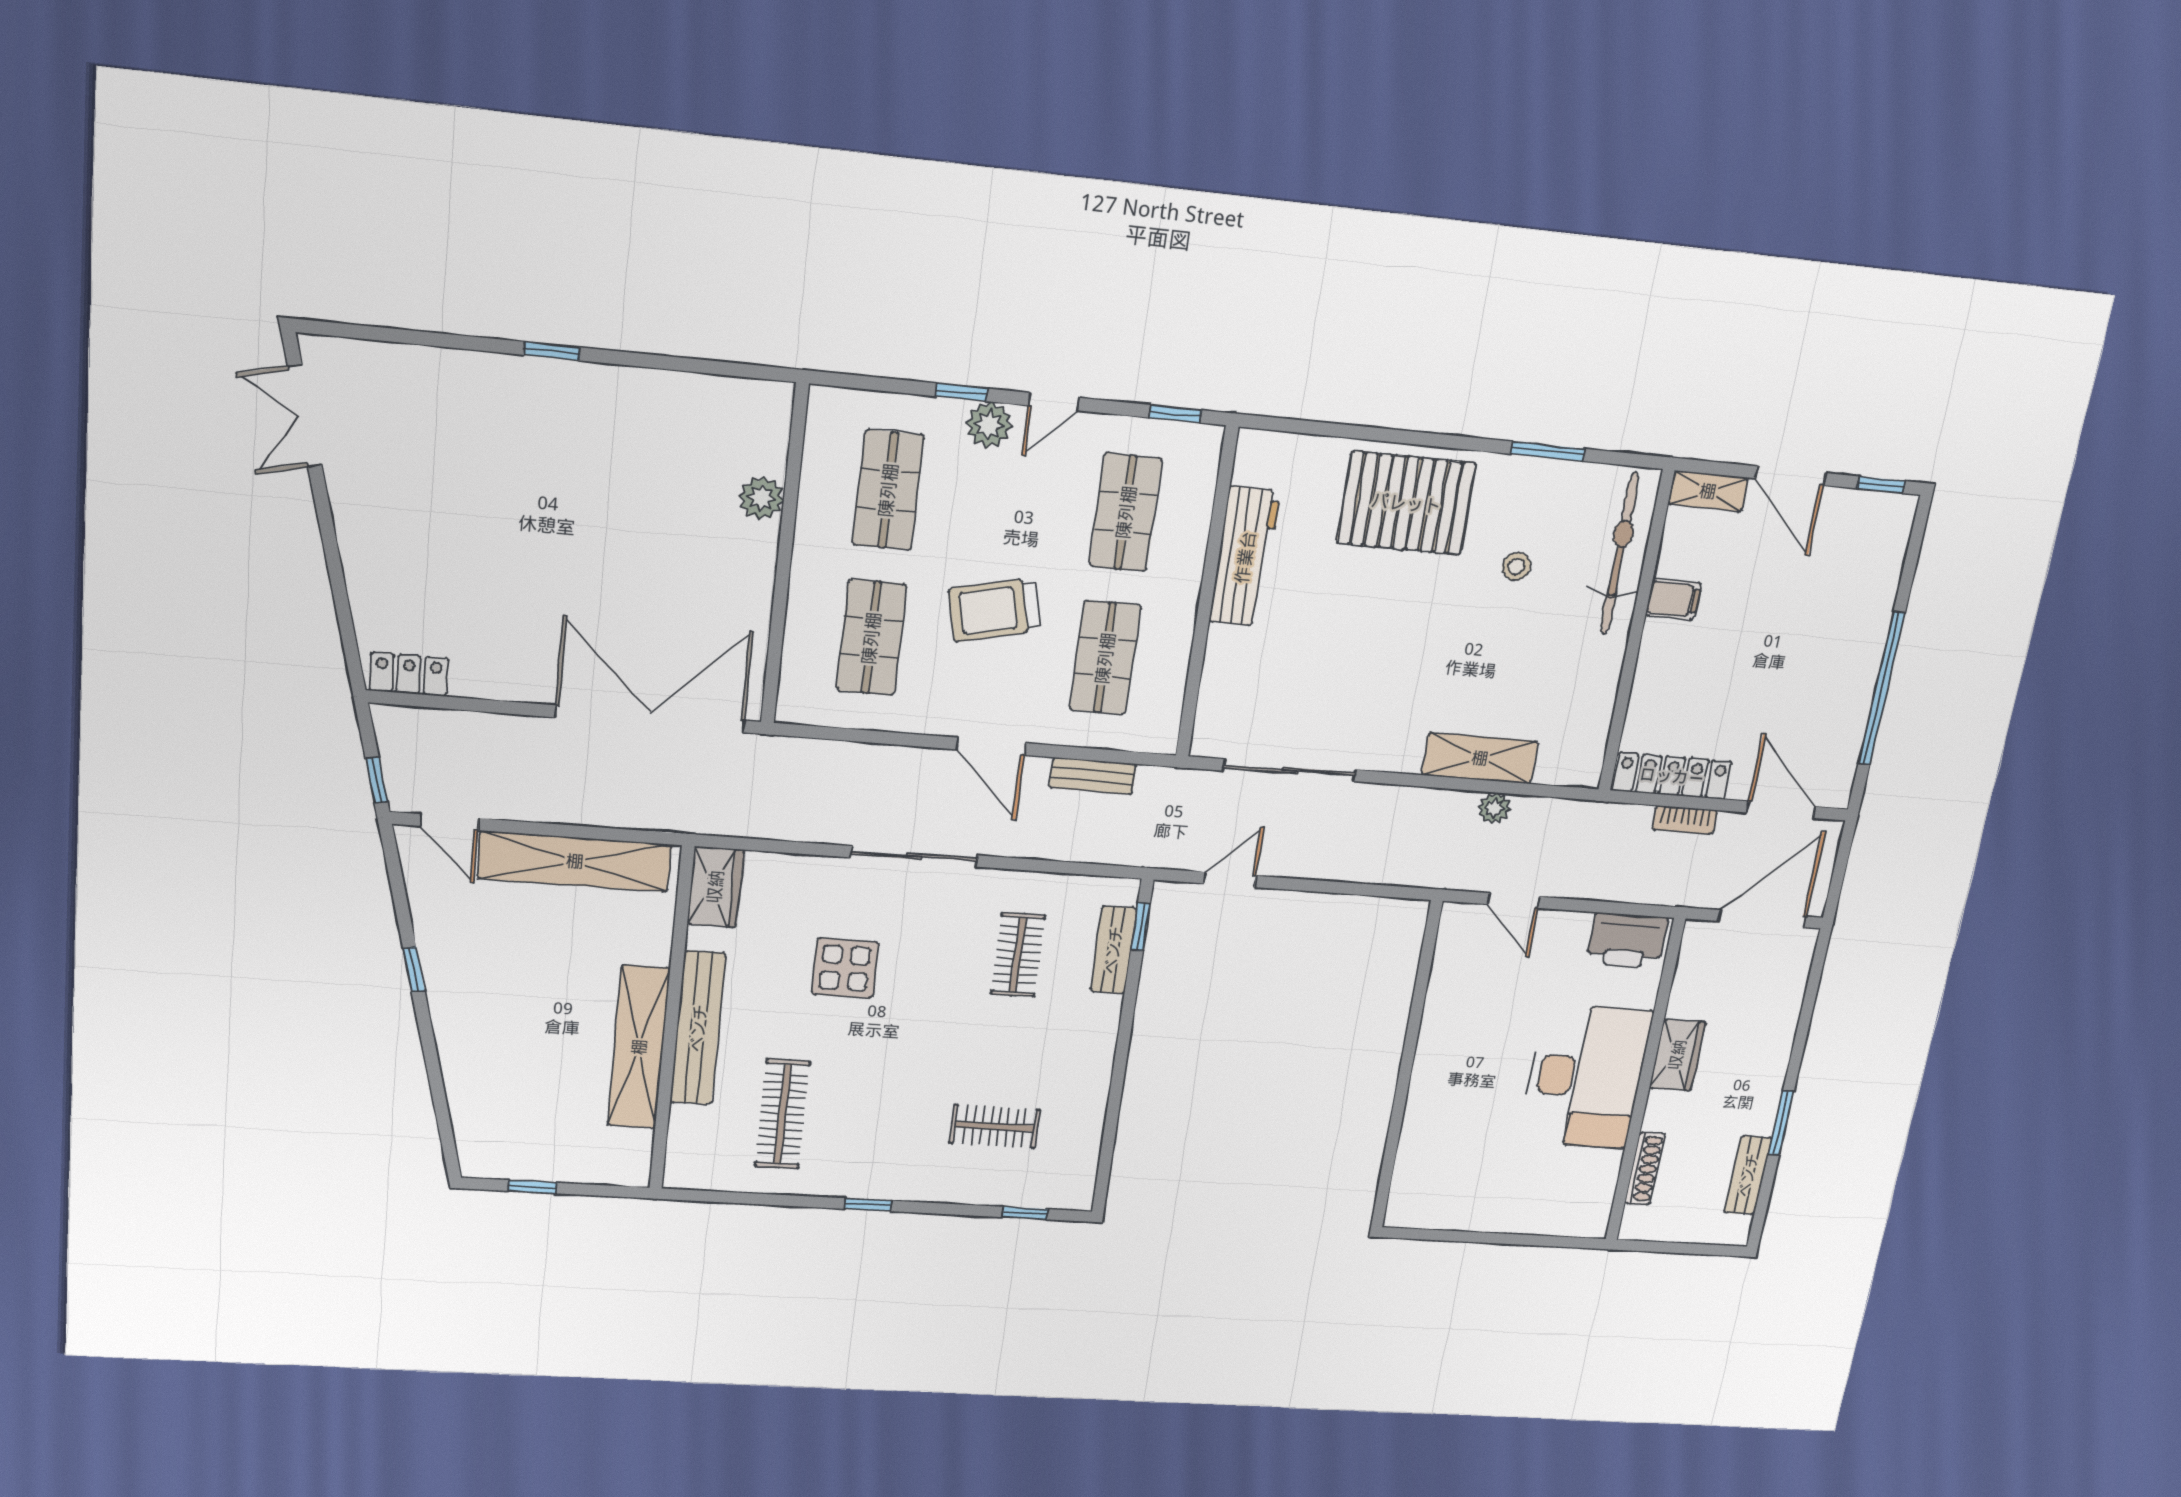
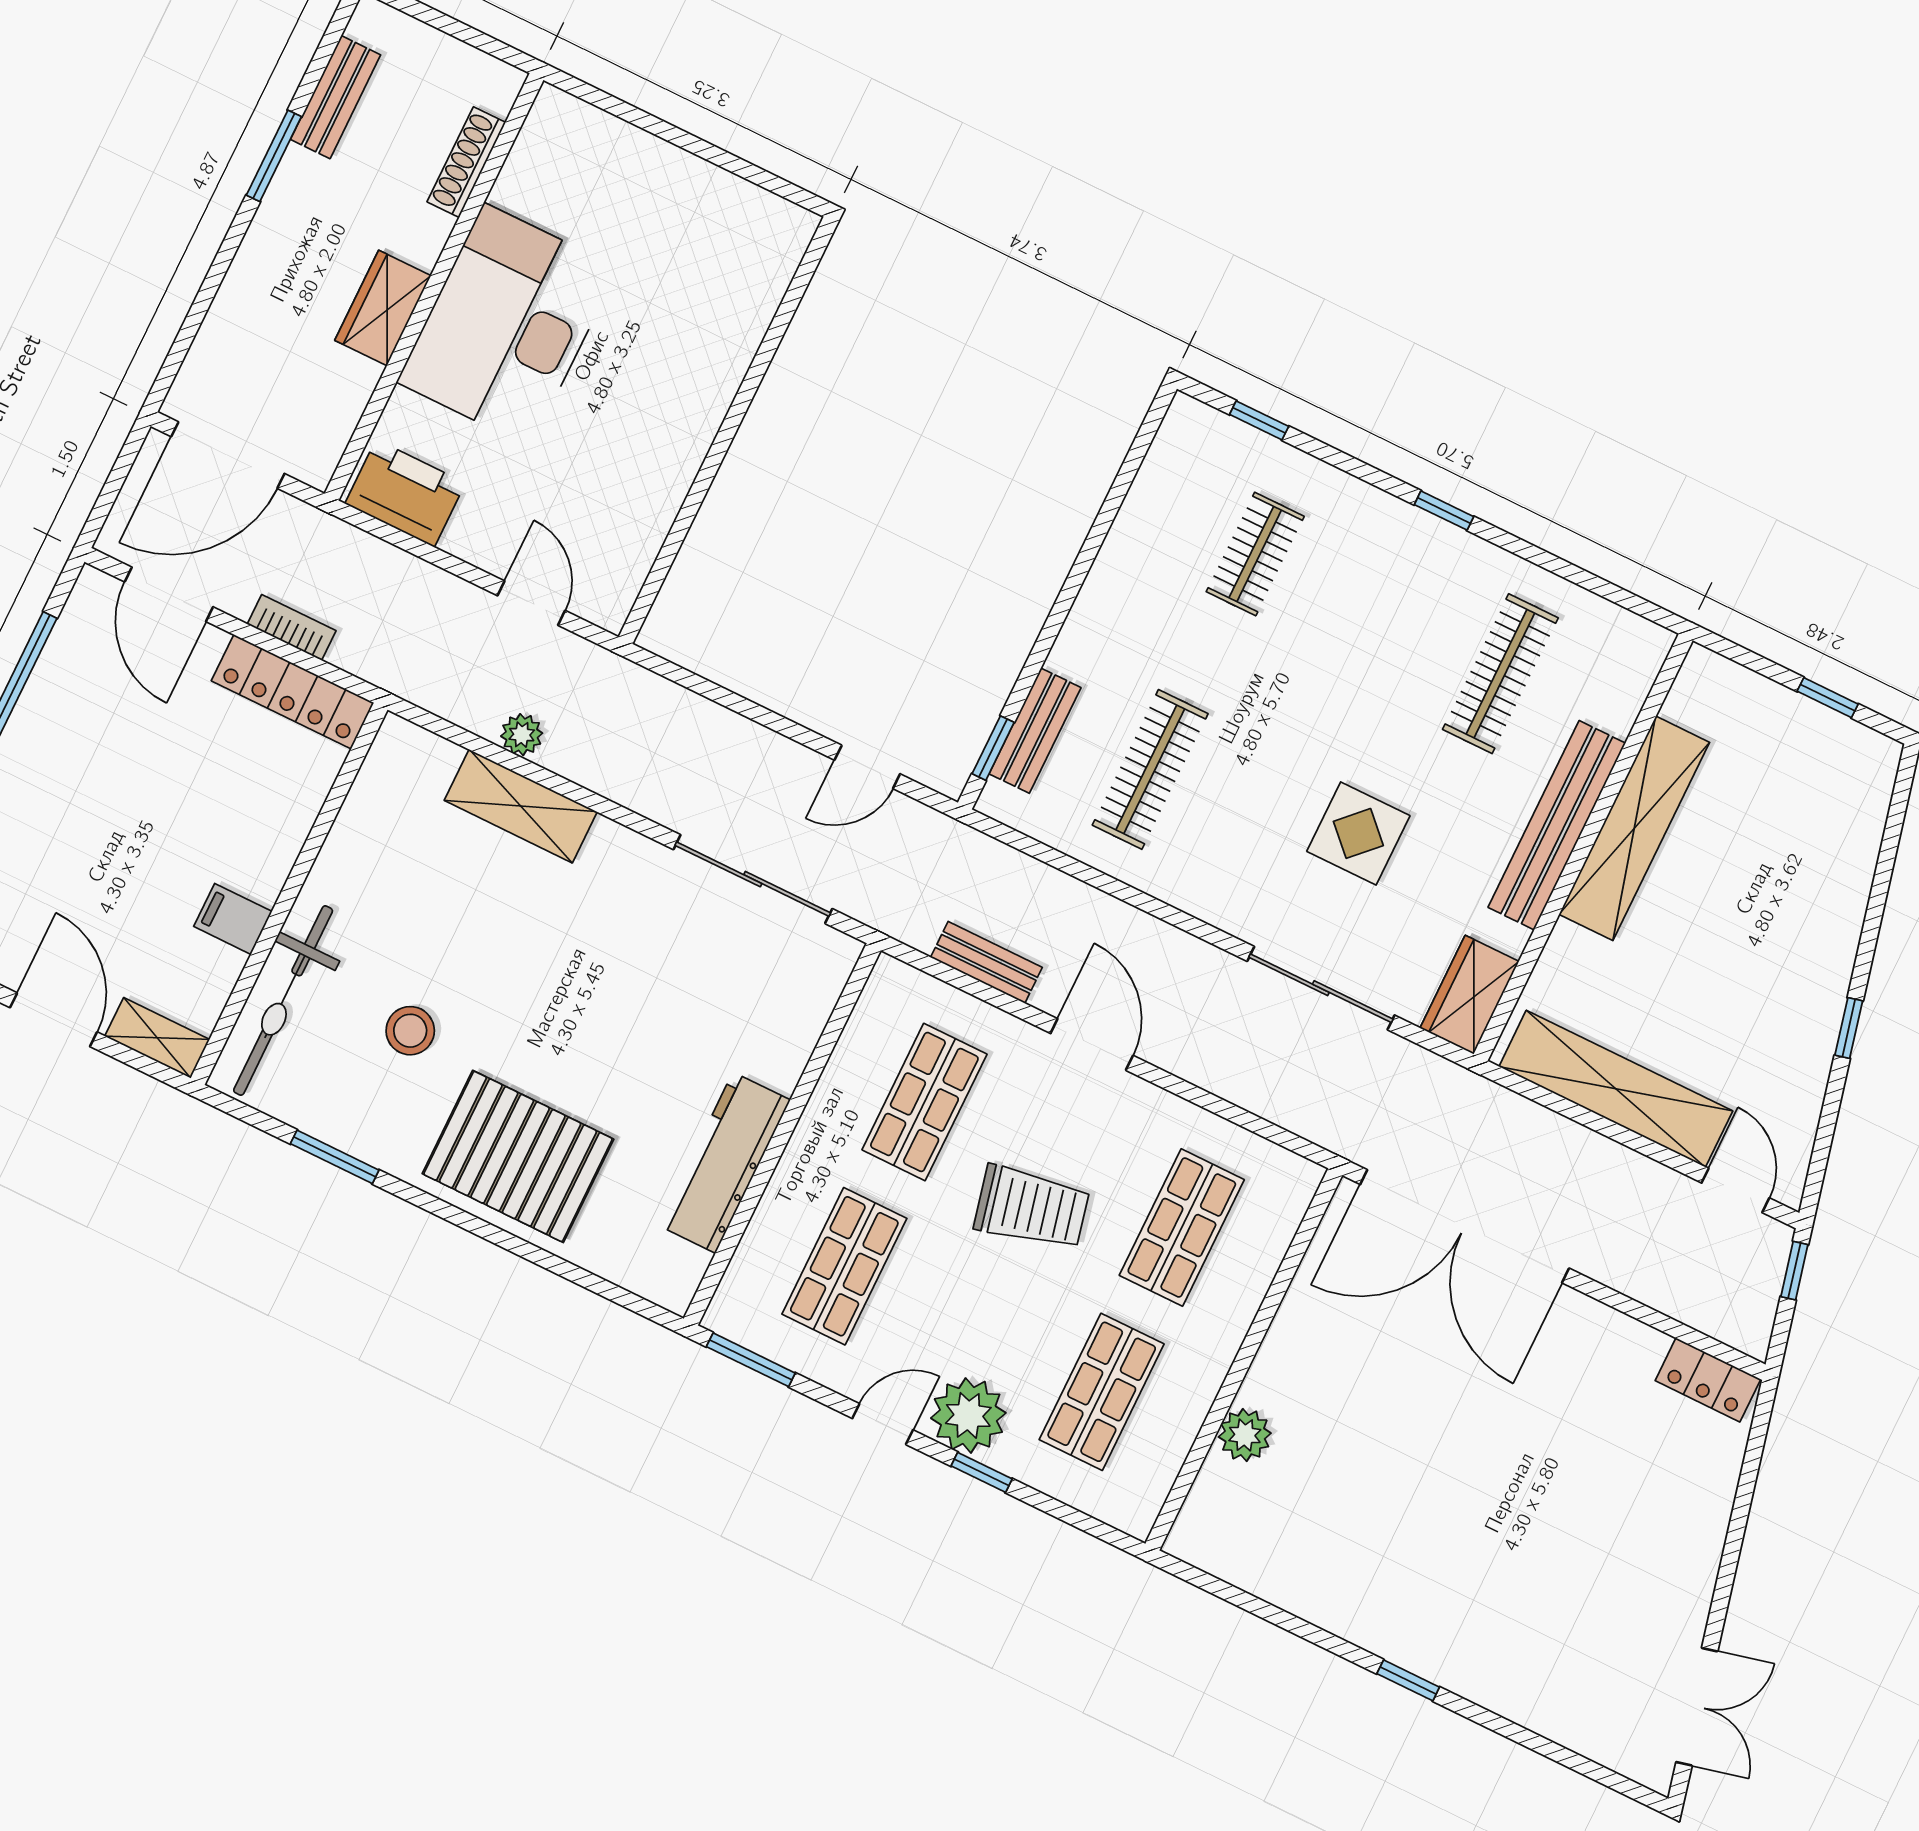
window: (1175, 414) -> (751, 1360), width x1.50
plant: (989, 425) -> (968, 1415), width x1.36, depth x1.36
stool: (1516, 567) -> (410, 1031), width x1.37, depth x1.37
sliding door: (915, 856) -> (1321, 988), moved
clothes rail: (1018, 955) -> (1150, 769), width x1.36
clothes rail: (995, 1126) -> (1255, 554), turned 90

